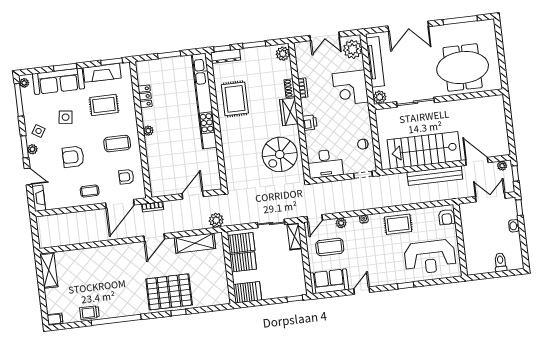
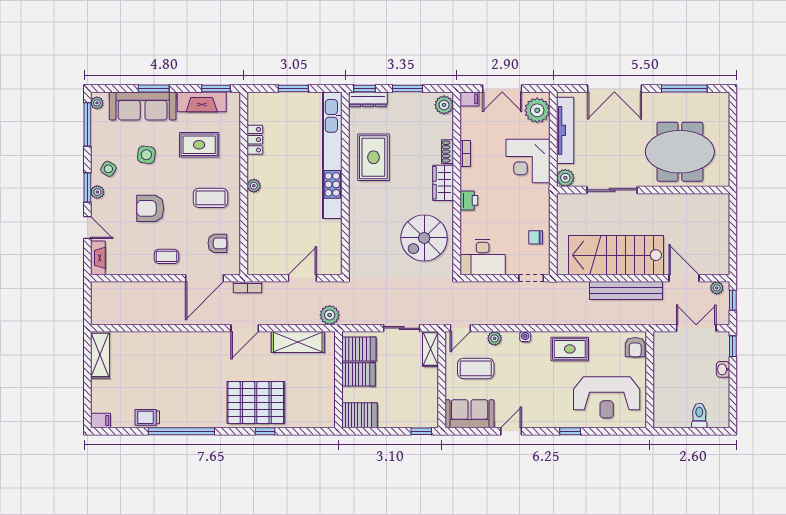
filing cabinet: (301, 47) -> (469, 99), added
armchair: (126, 177) -> (217, 243), turned 180

